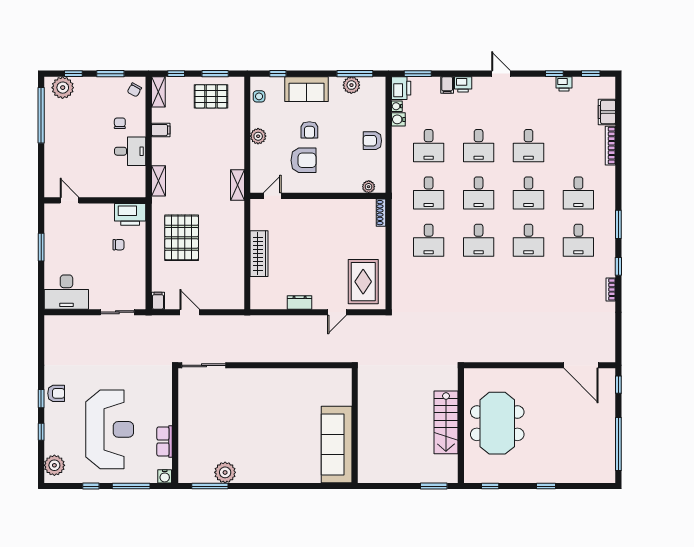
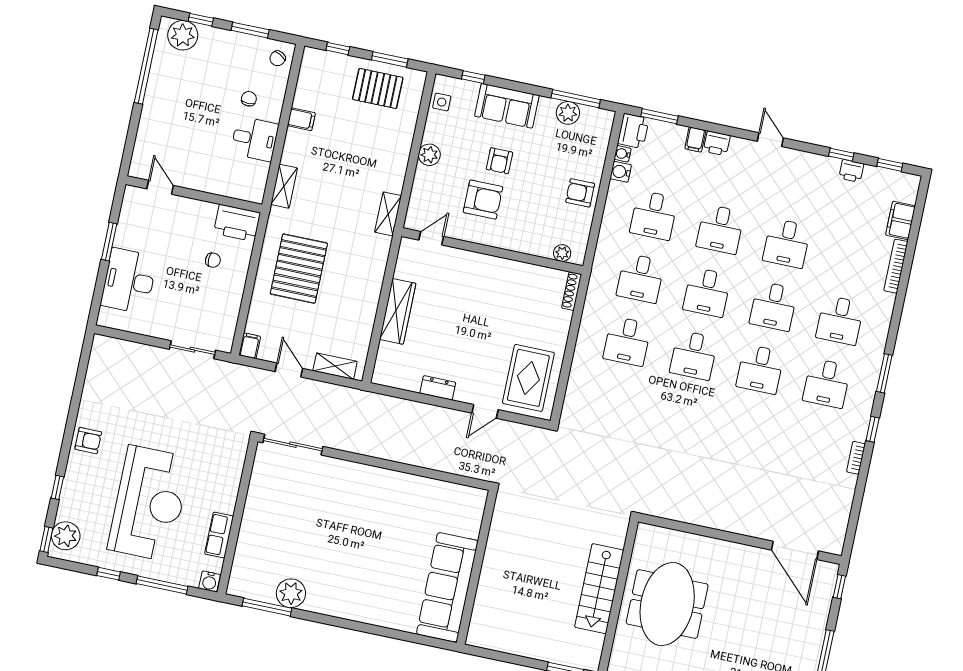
shelving: (158, 92) -> (335, 366), moved, turned 90
desk: (66, 292) -> (129, 281), moved, turned 90
window: (41, 399) -> (46, 540), moved

